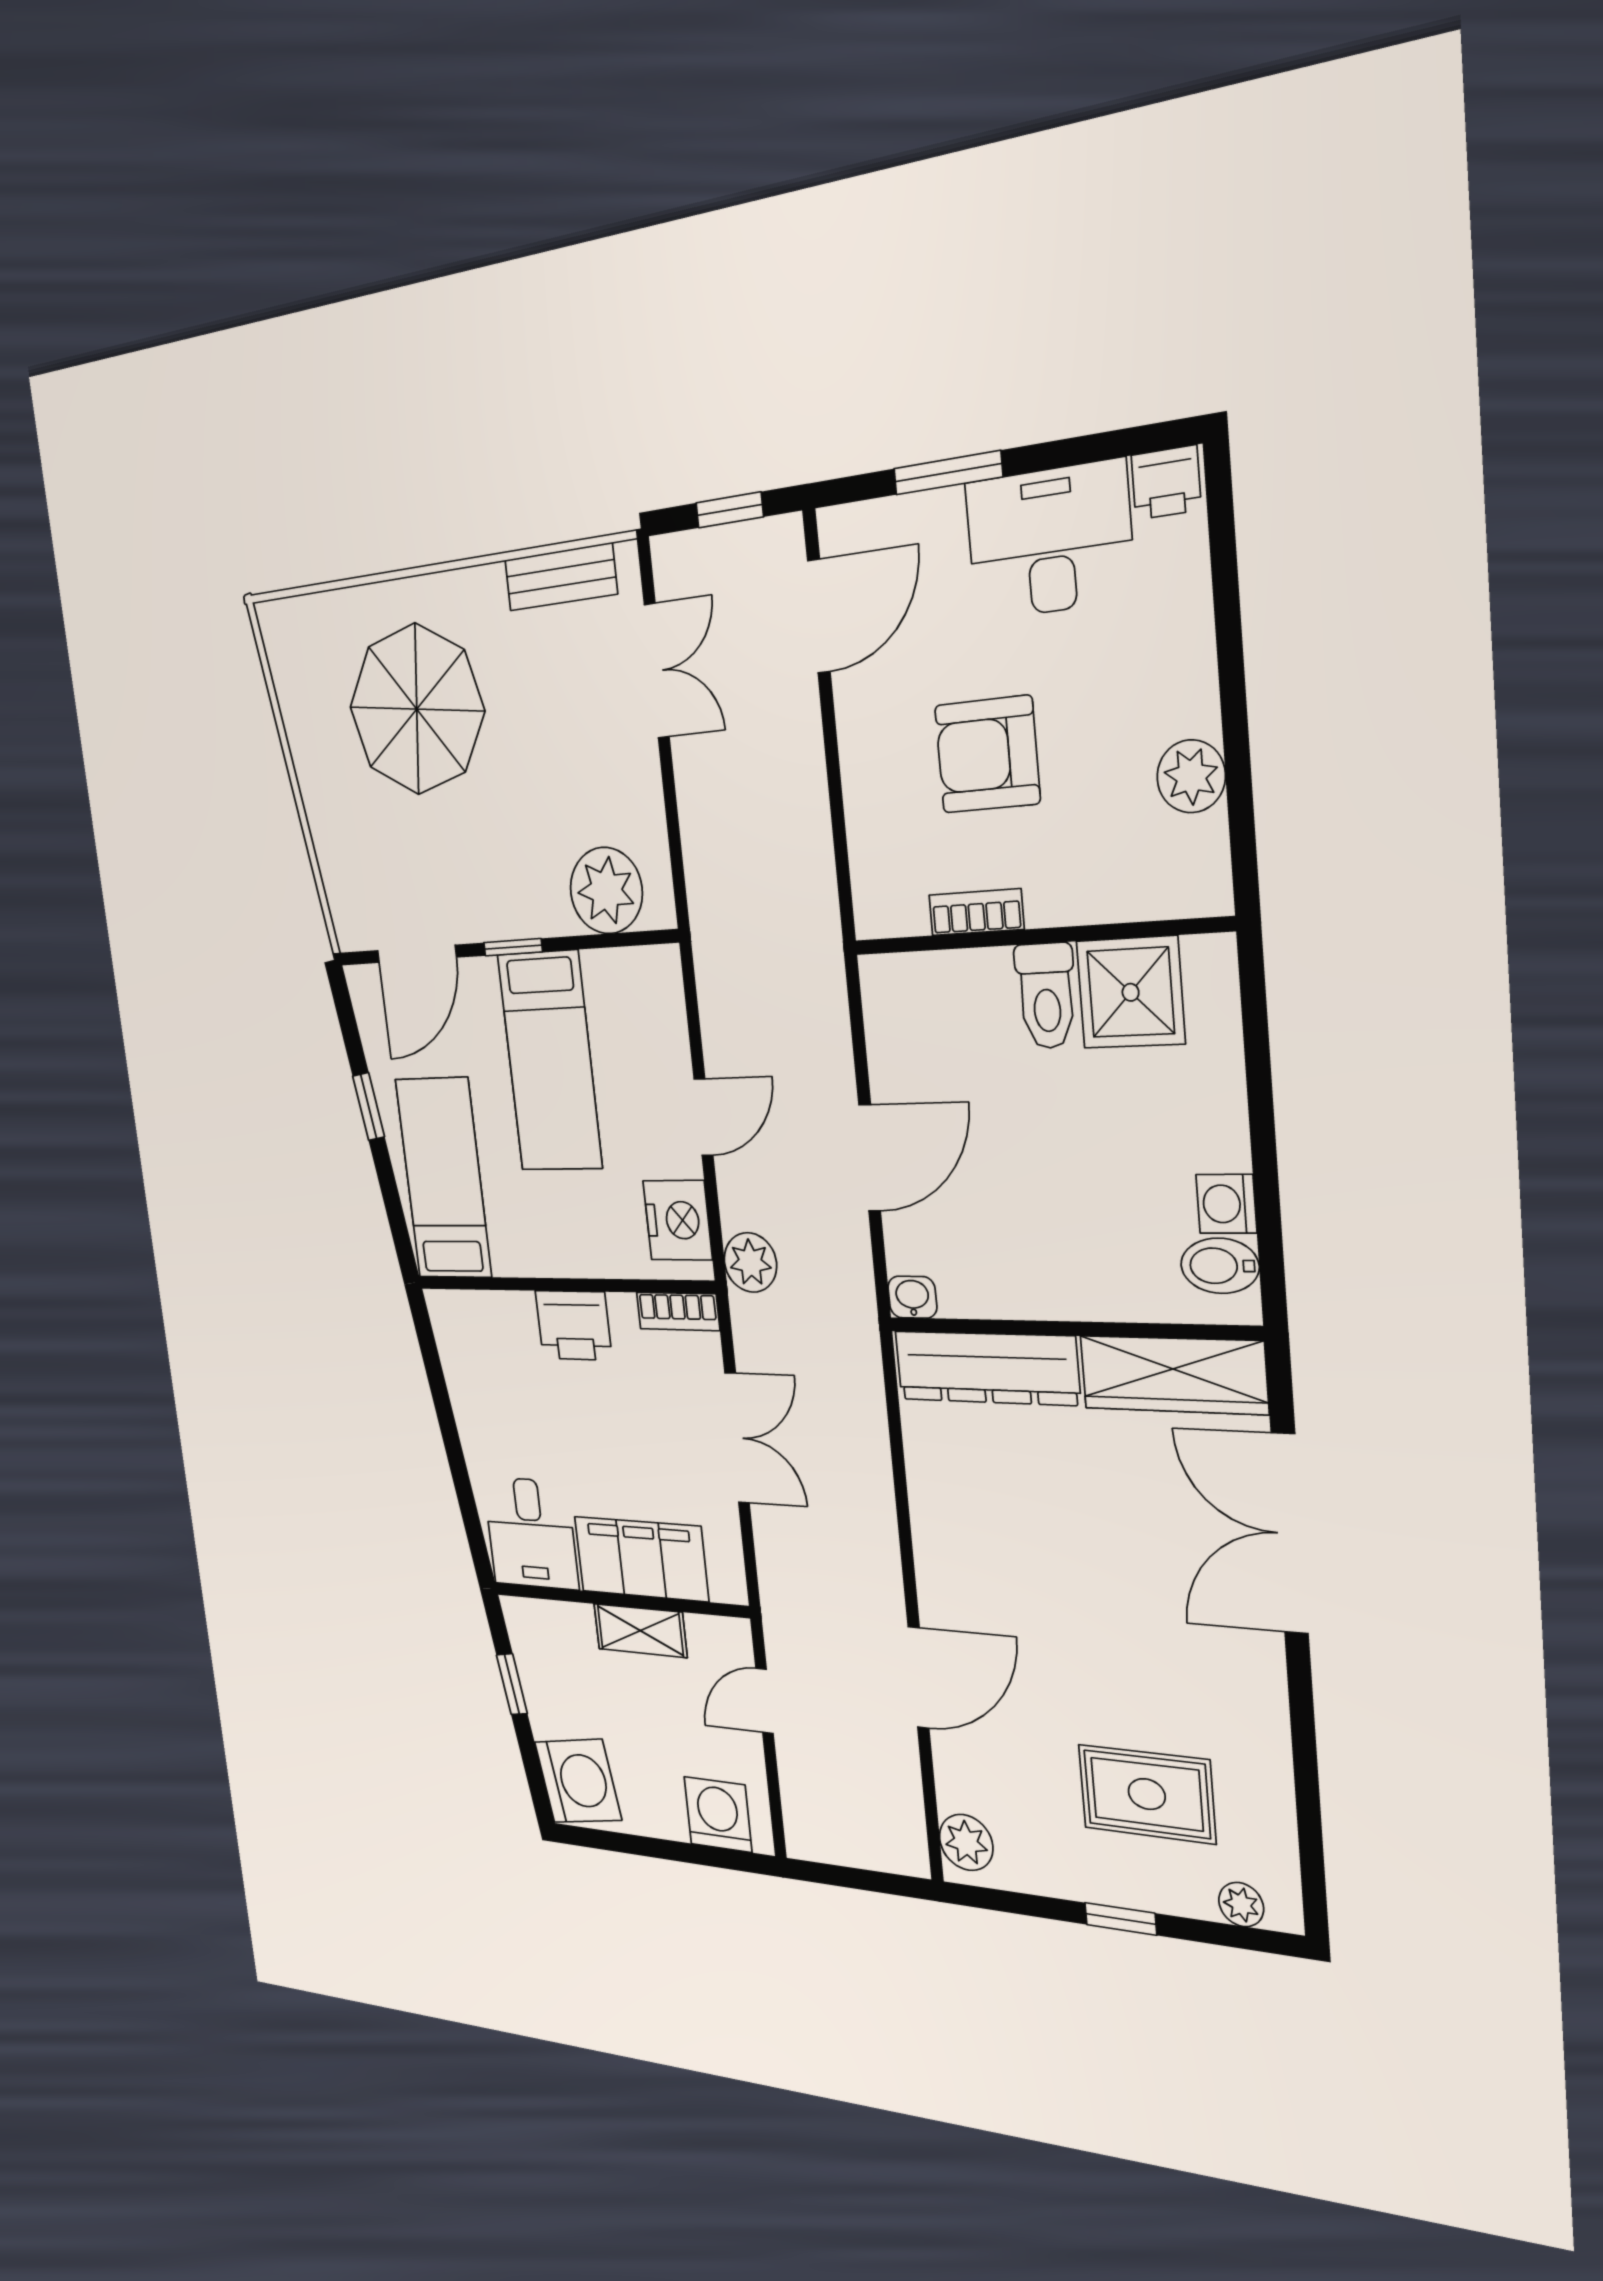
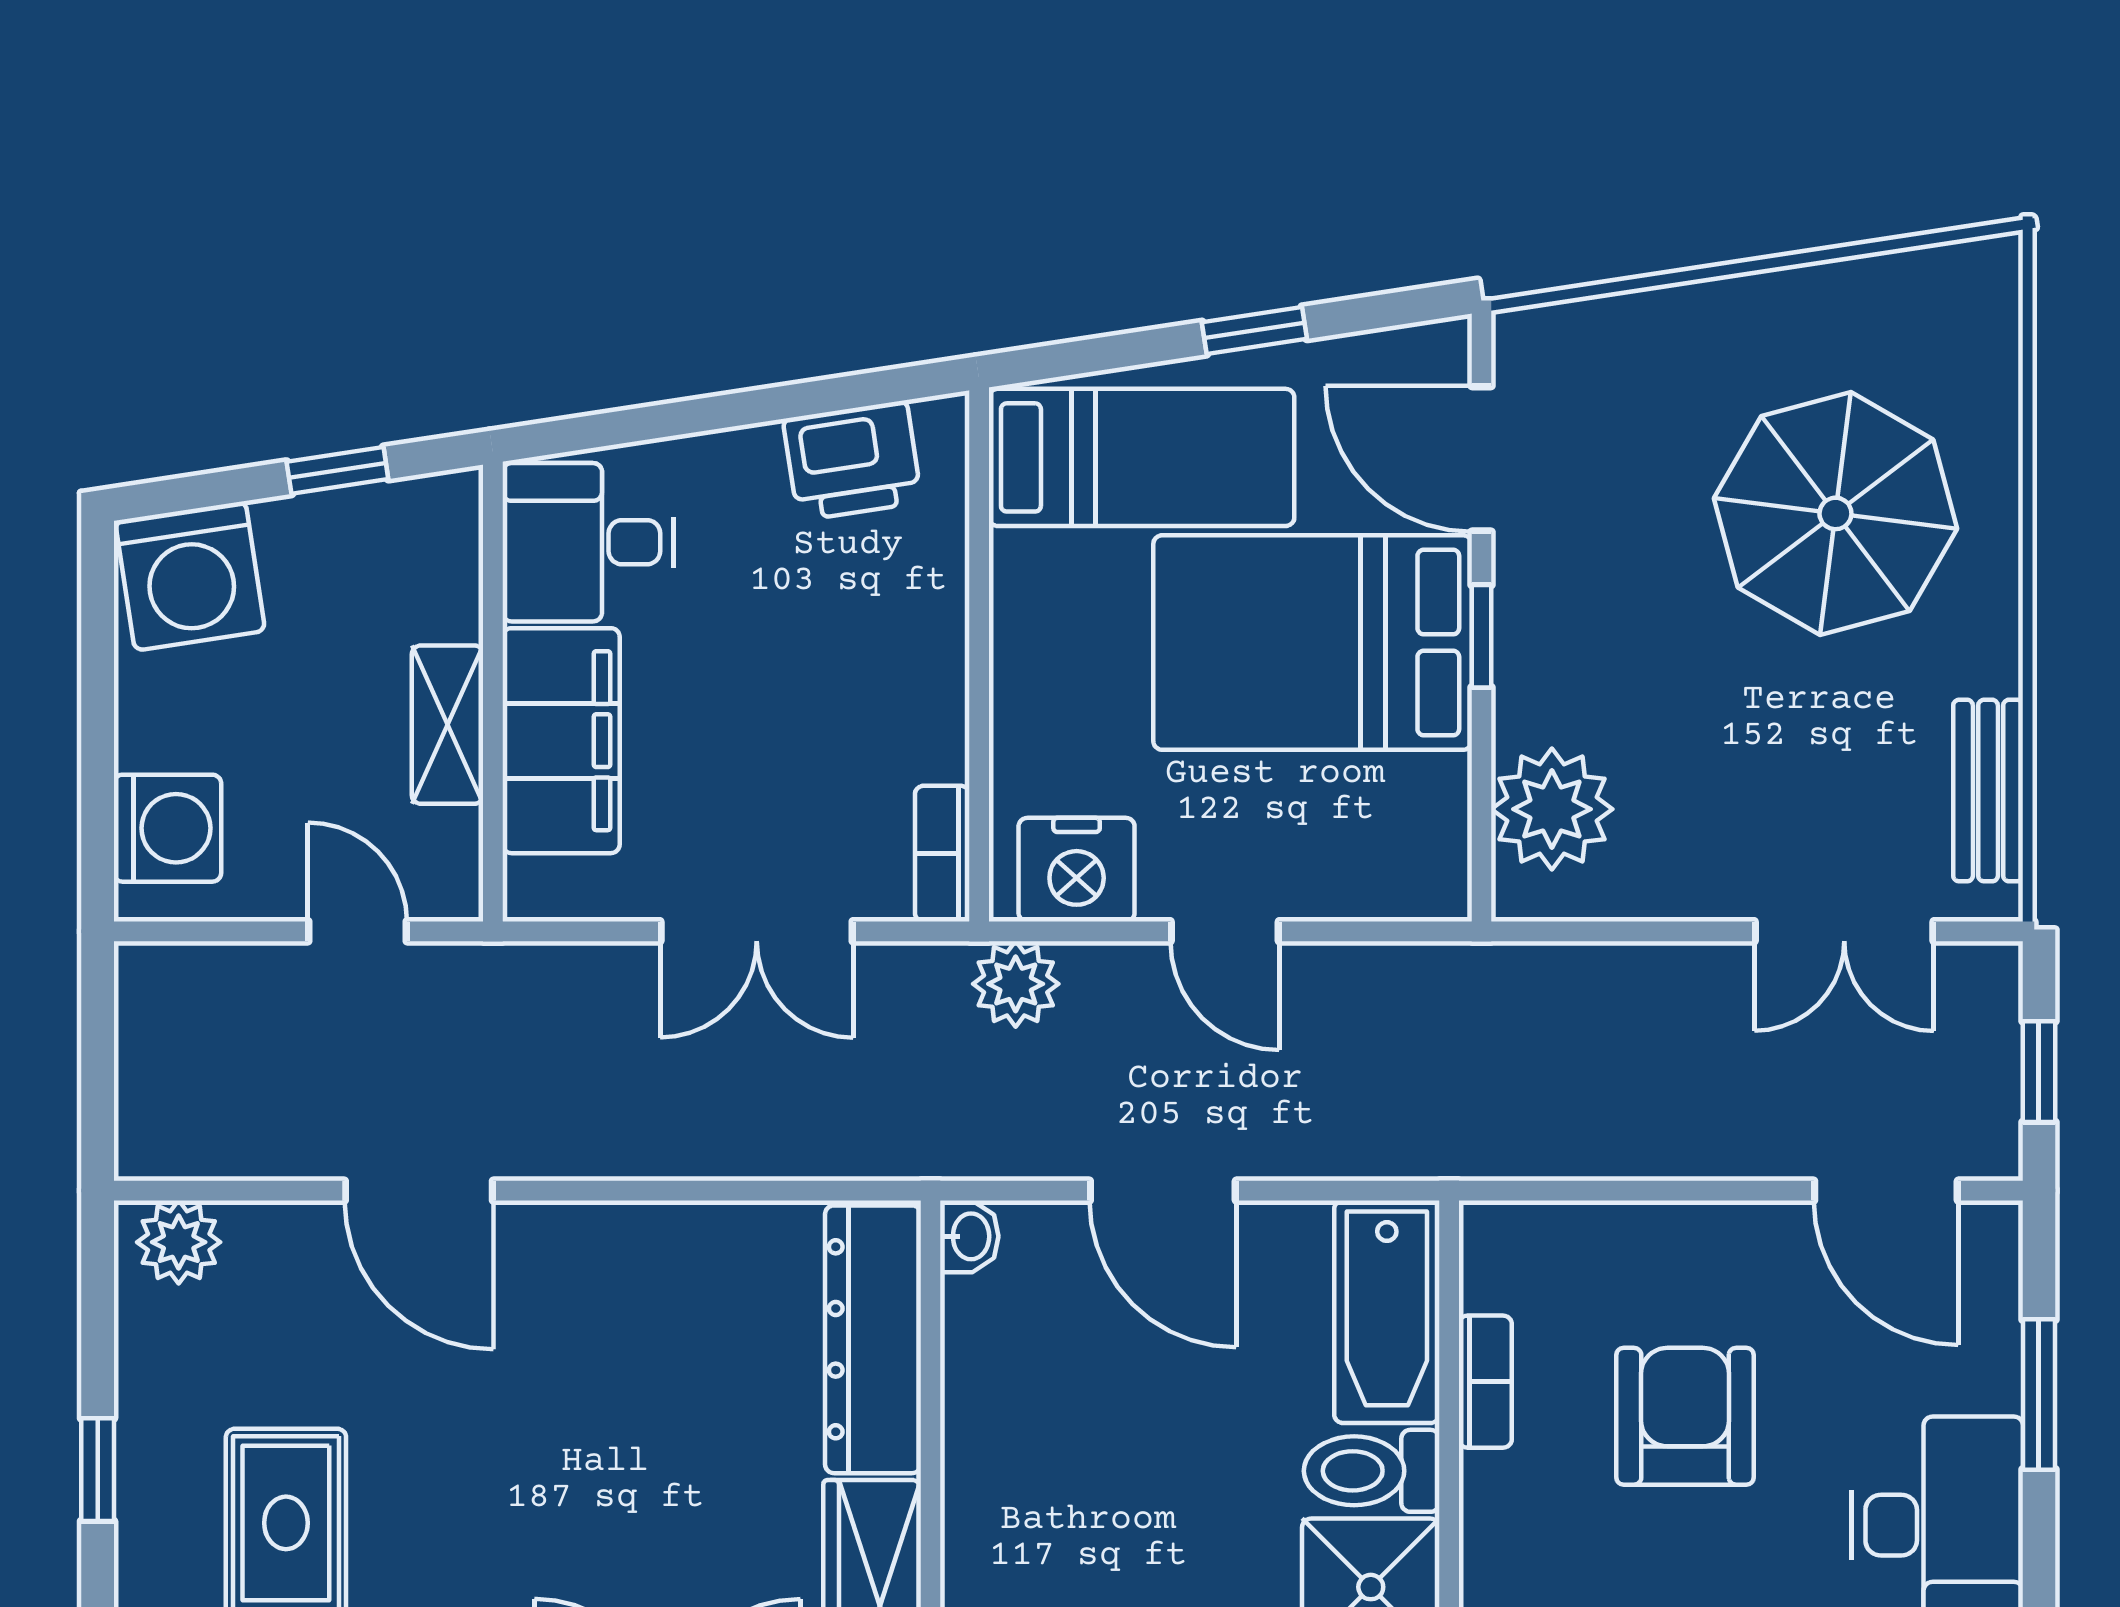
bathtub: (935, 990) -> (1387, 1312), added
bed: (550, 1061) -> (1313, 643), width x1.50
printer: (574, 1325) -> (852, 461), moved, turned -99

